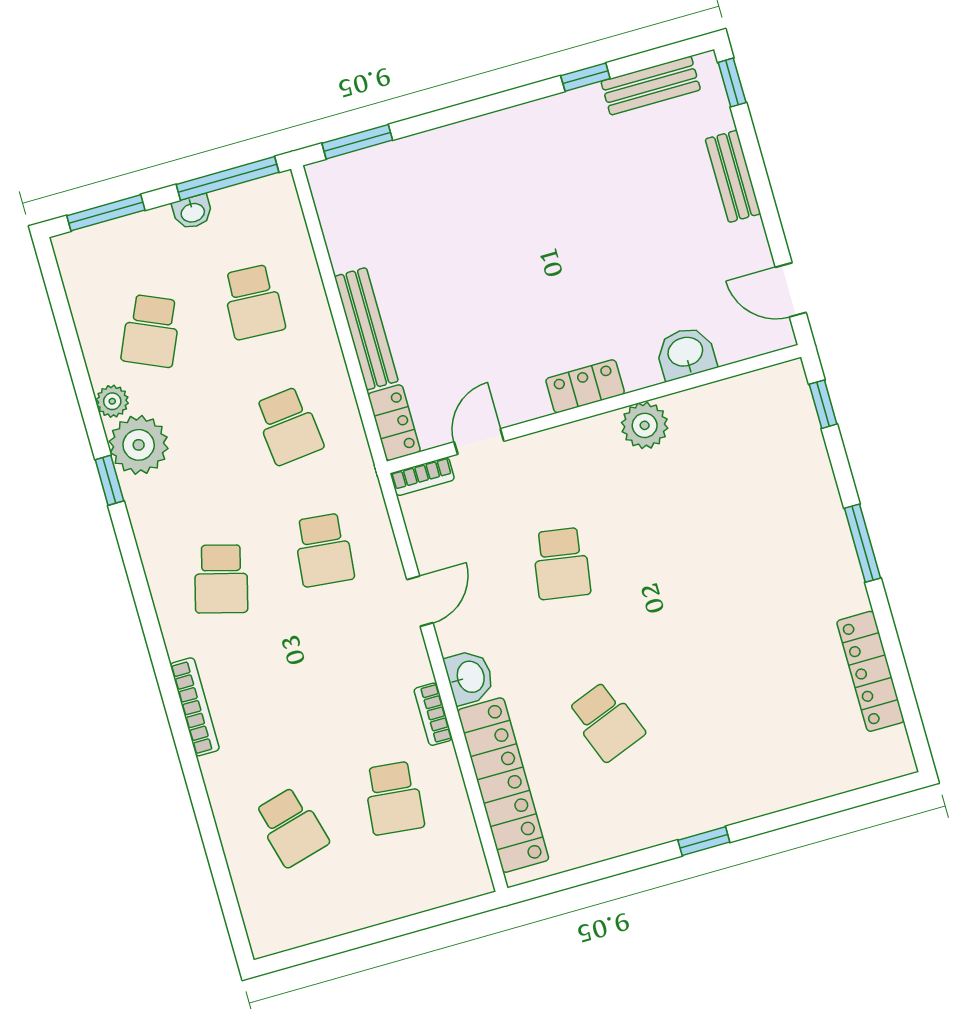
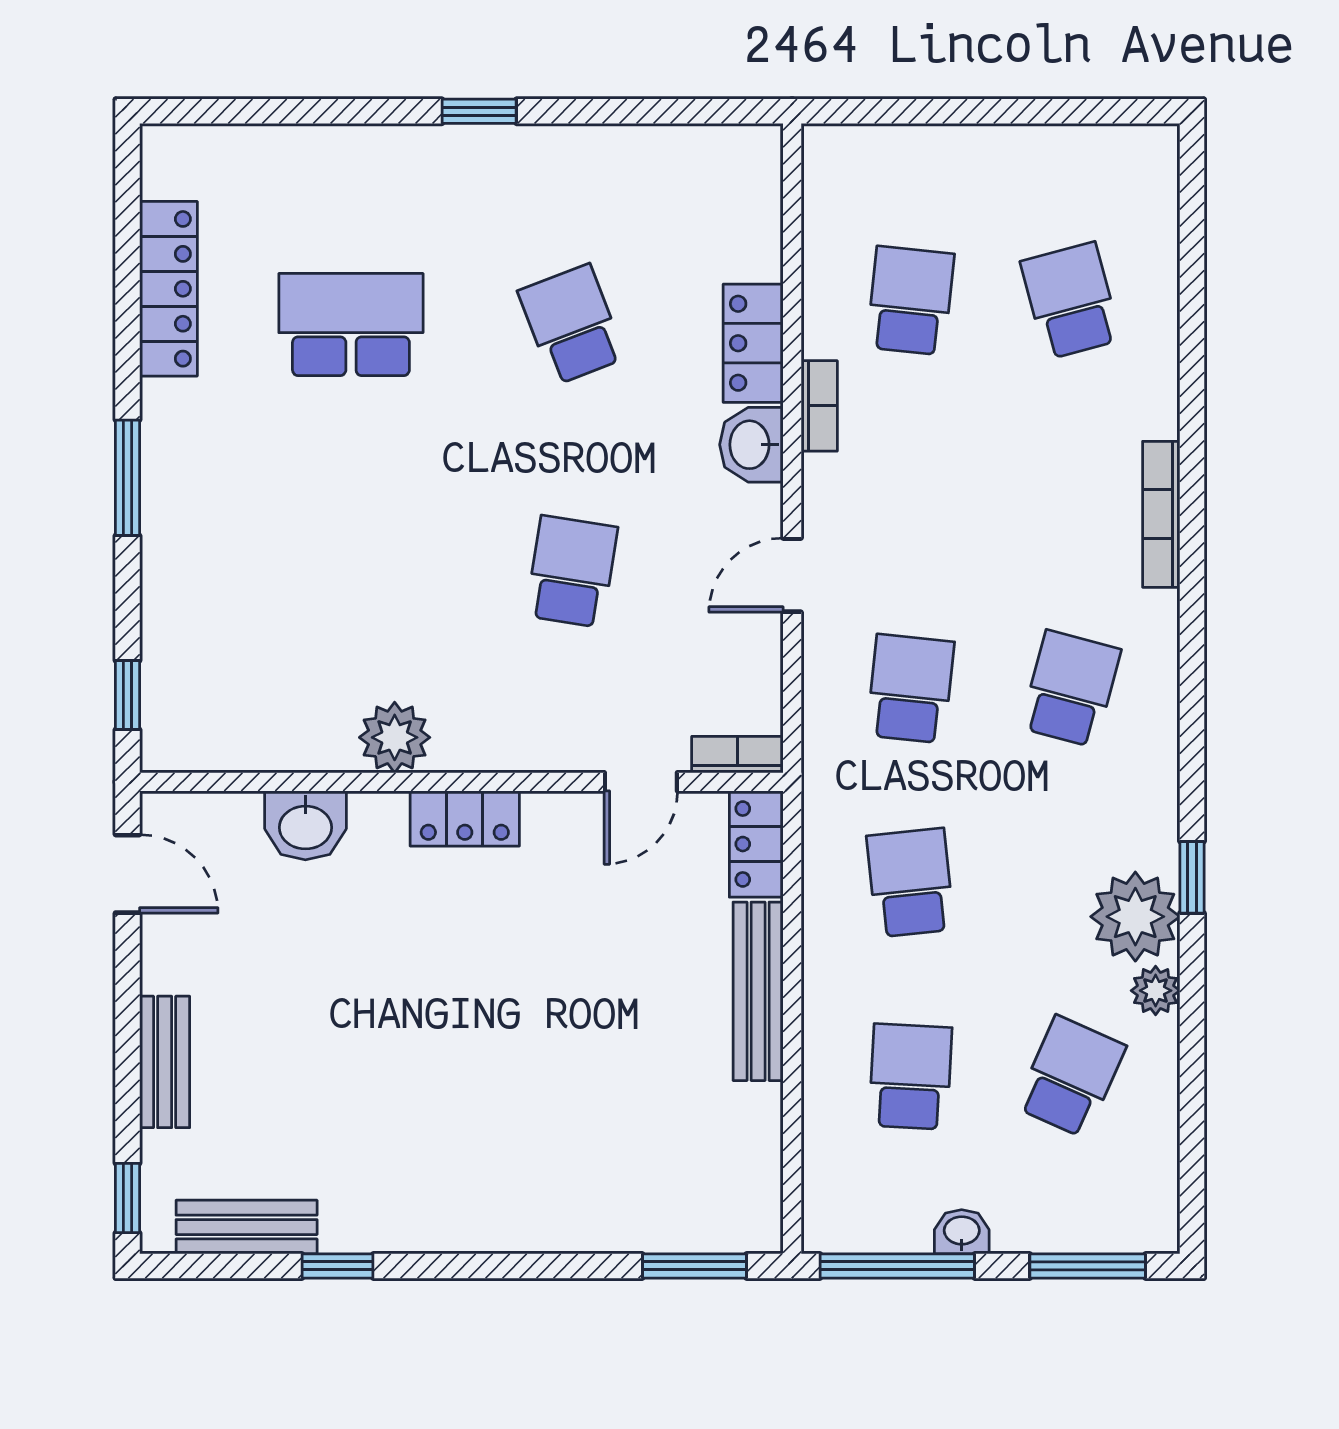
school desk: (747, 682) -> (351, 325), added
locker: (503, 785) -> (753, 343), width x0.46, depth x0.83

